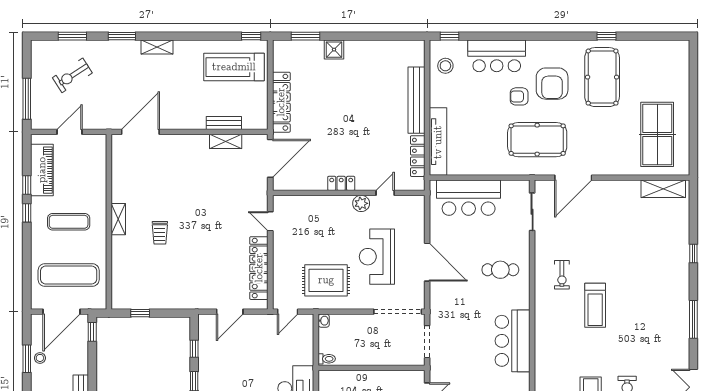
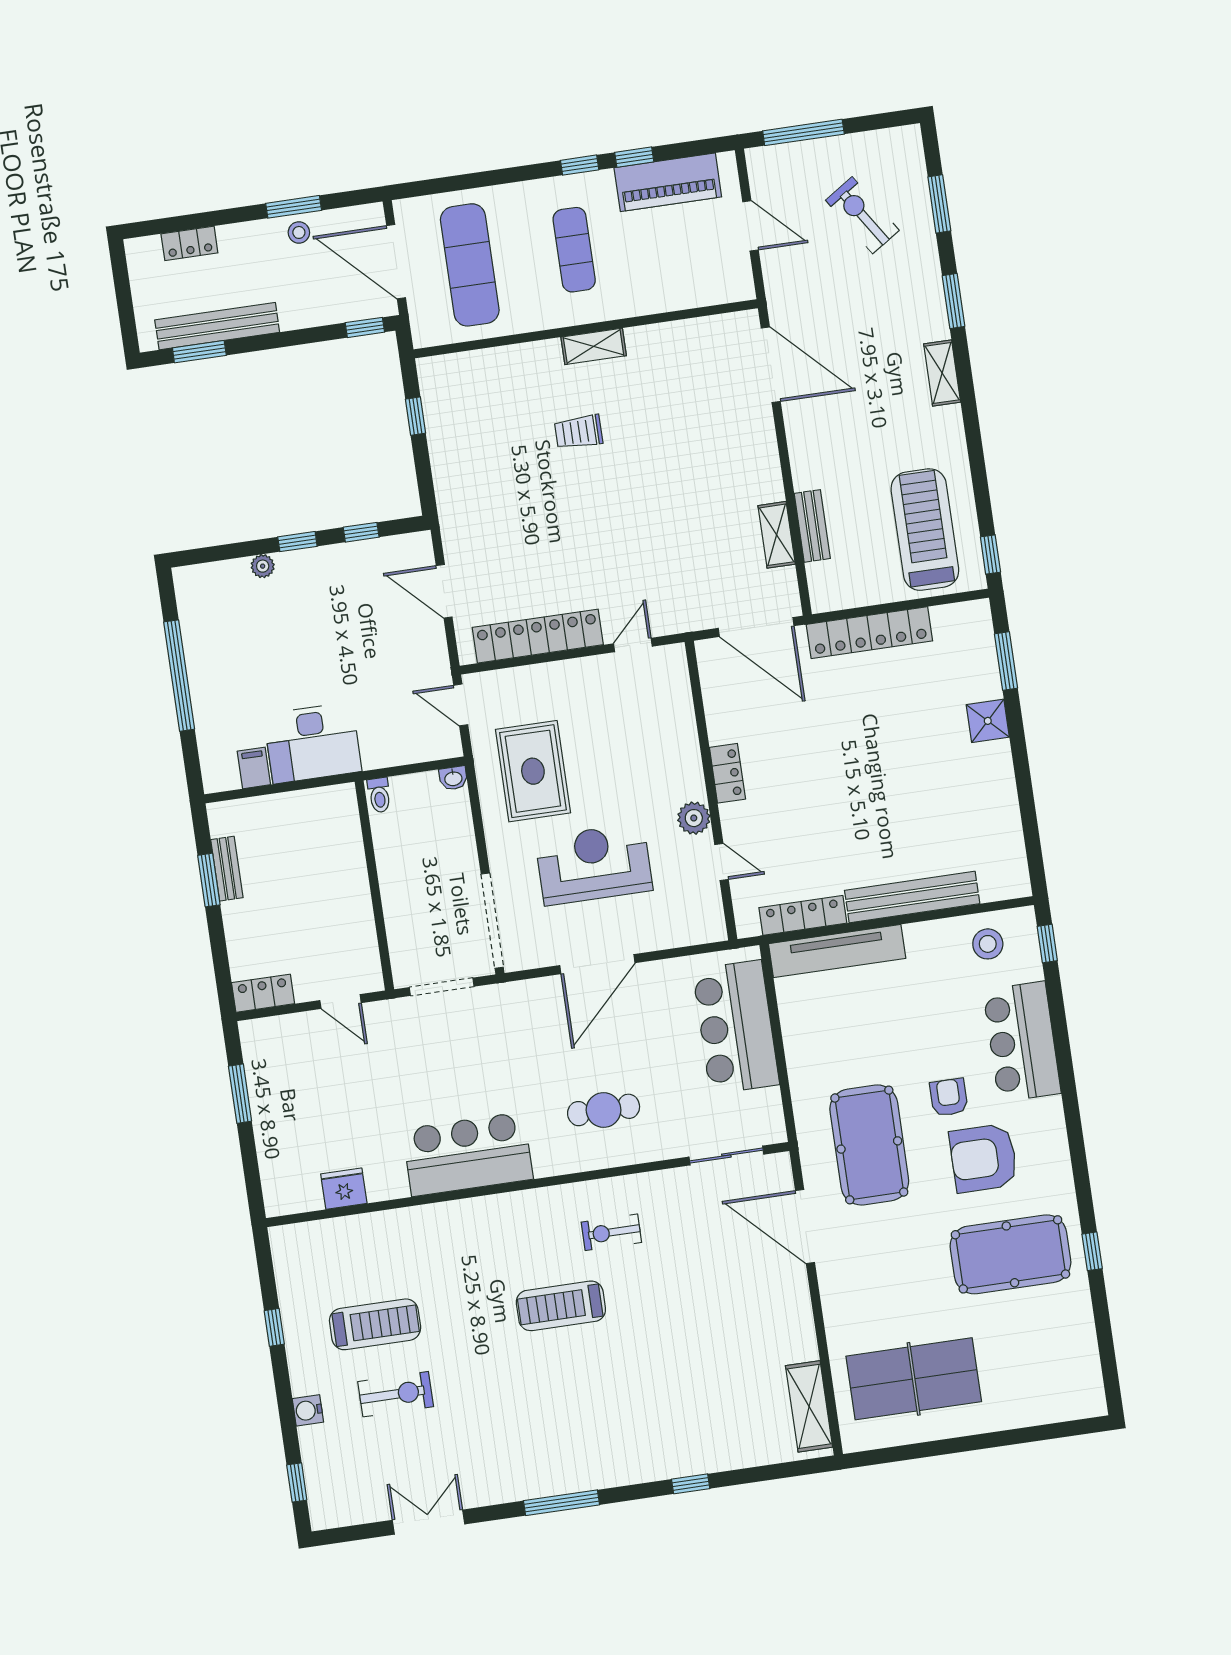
cafe table: (500, 270) -> (604, 1110), turned 90

